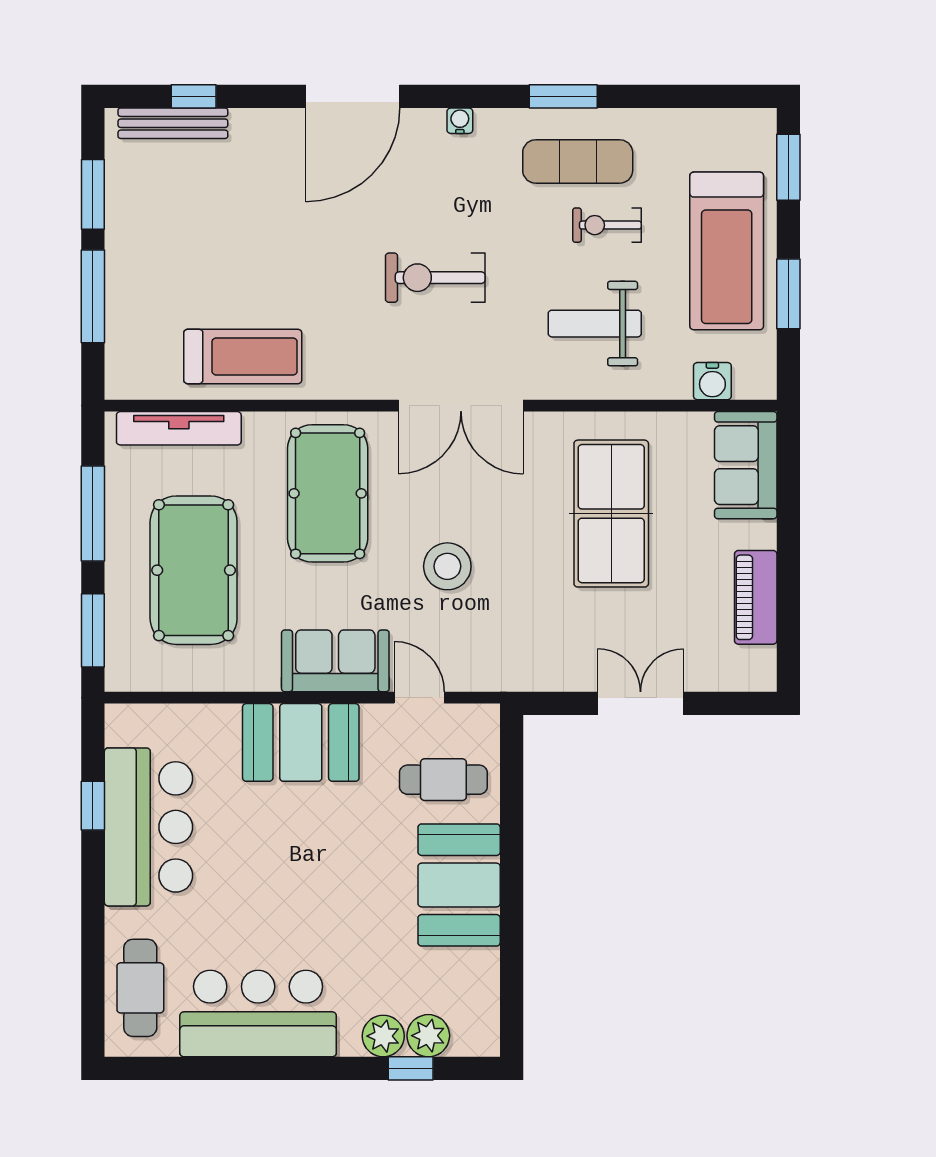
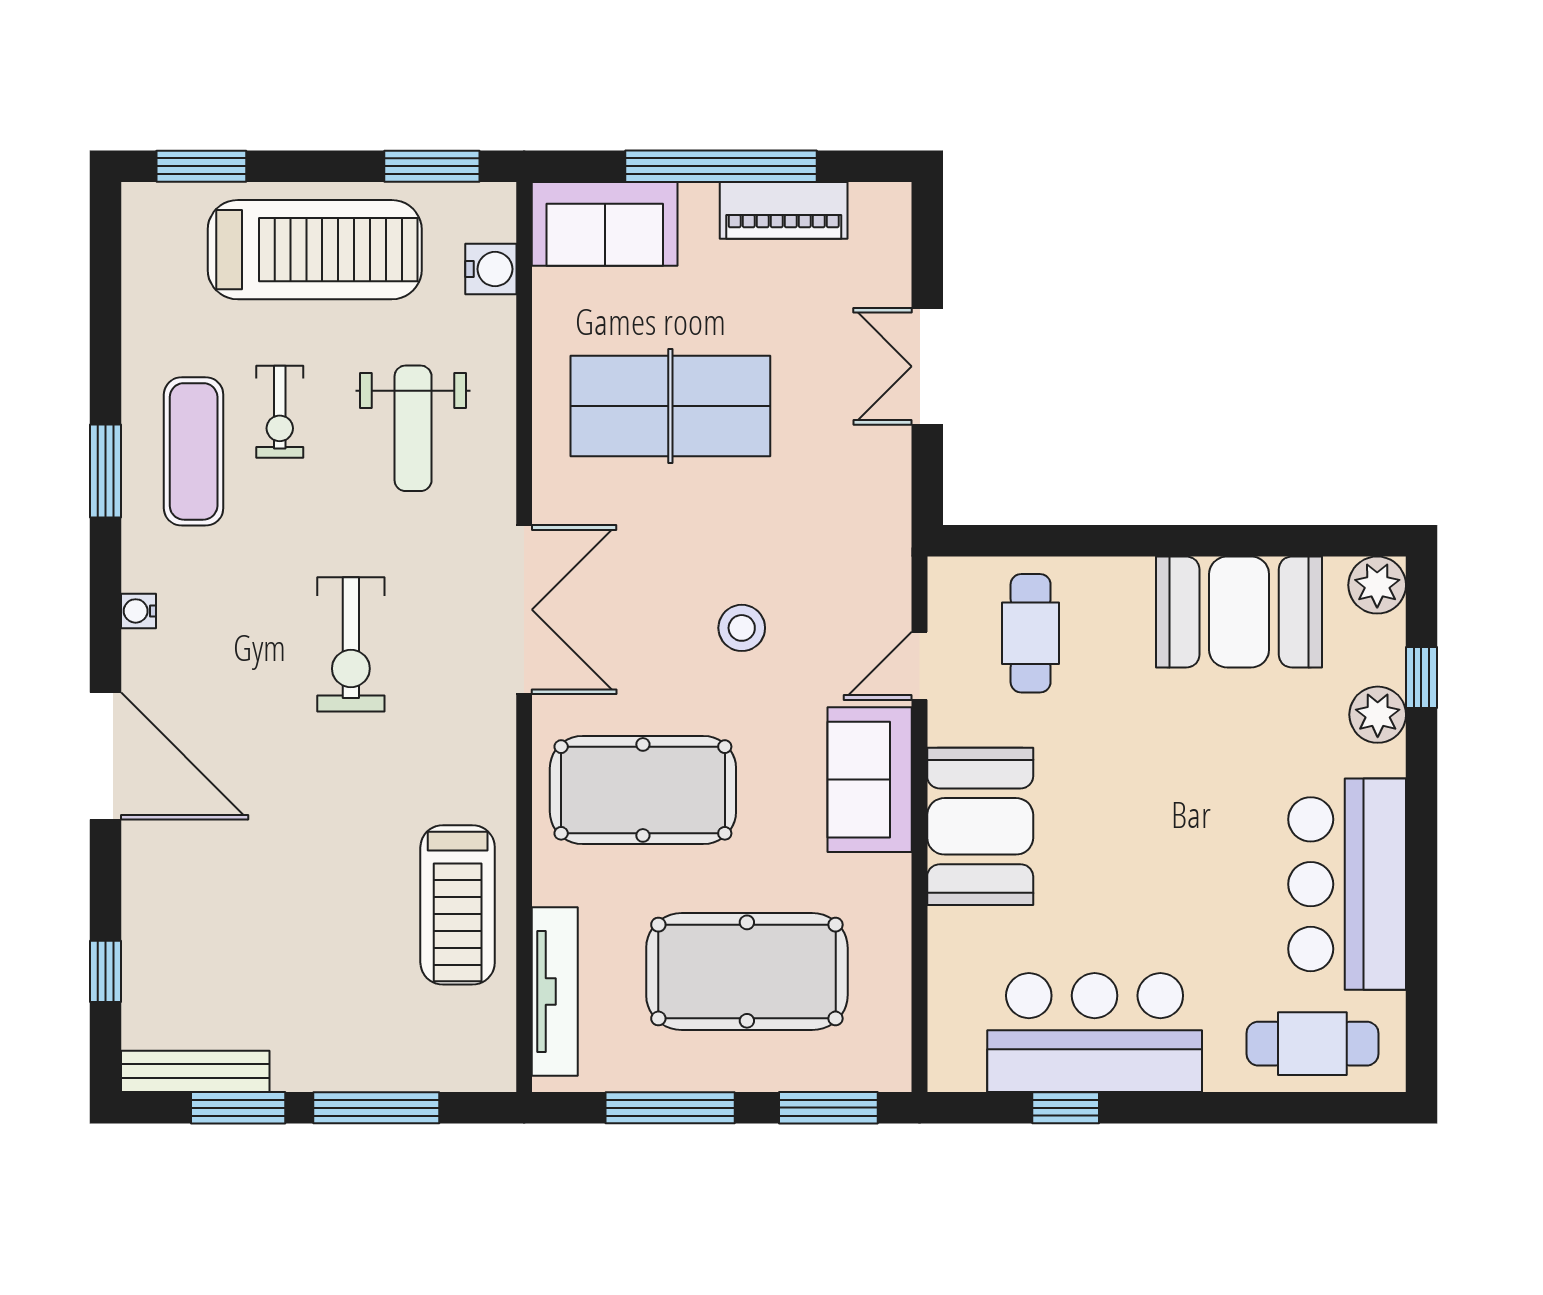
bench: (173, 123) -> (195, 1071), moved, turned 90
window: (788, 294) -> (432, 166), moved
treadmill: (243, 356) -> (458, 905), turned 180
window: (788, 551) -> (721, 166), added
stool: (447, 566) -> (742, 628), width x0.73, depth x0.73
booth: (459, 885) -> (1239, 612), moved
plant: (428, 1036) -> (1377, 585), moved

